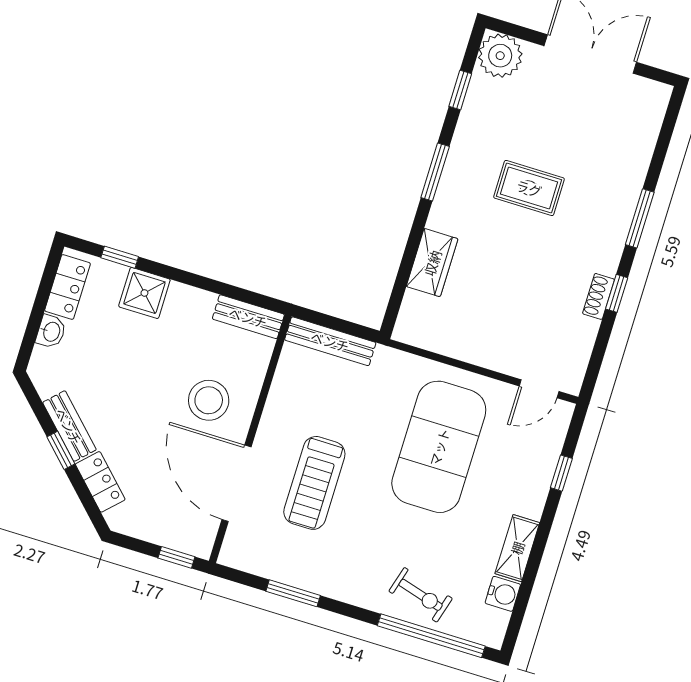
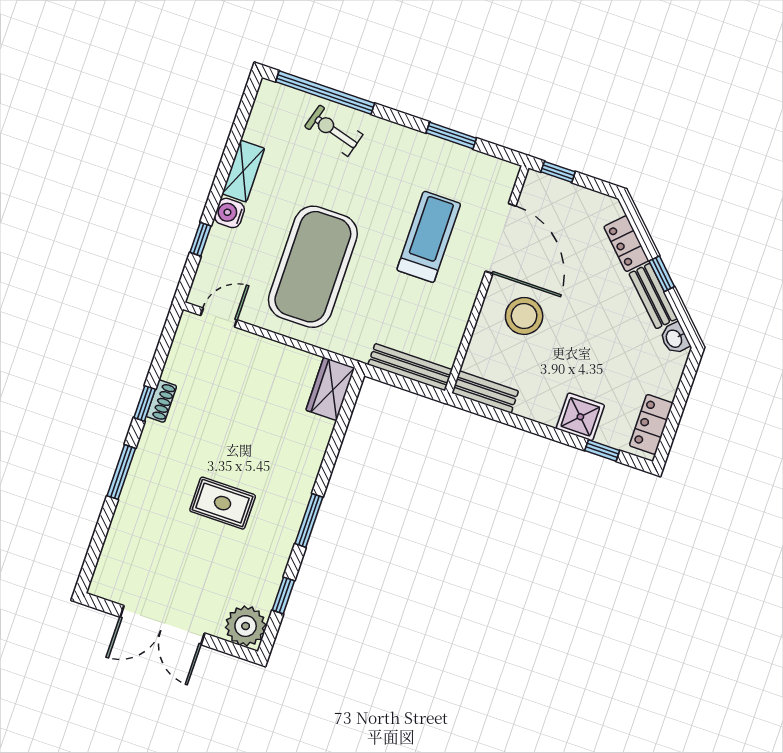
wardrobe: (432, 263) -> (330, 389), moved
washbasin: (51, 332) -> (675, 338), moved, turned -45
water cooler: (503, 594) -> (229, 213), moved

